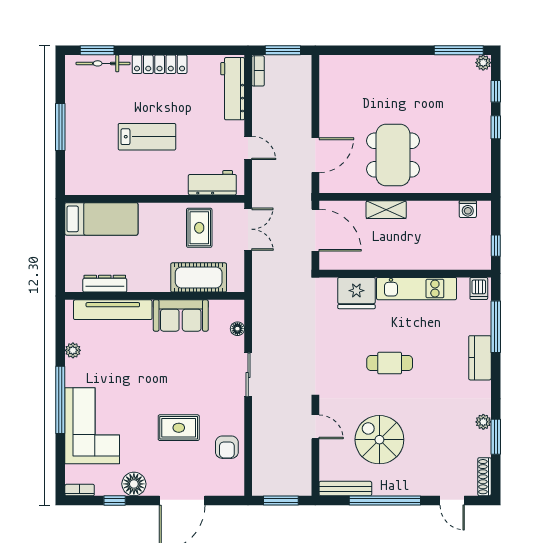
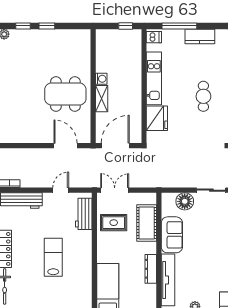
washing machine: (468, 209) -> (101, 79), moved
dresser: (105, 284) -> (151, 269), moved
floor lamp: (237, 329) -> (185, 201), width x1.89, depth x1.89

